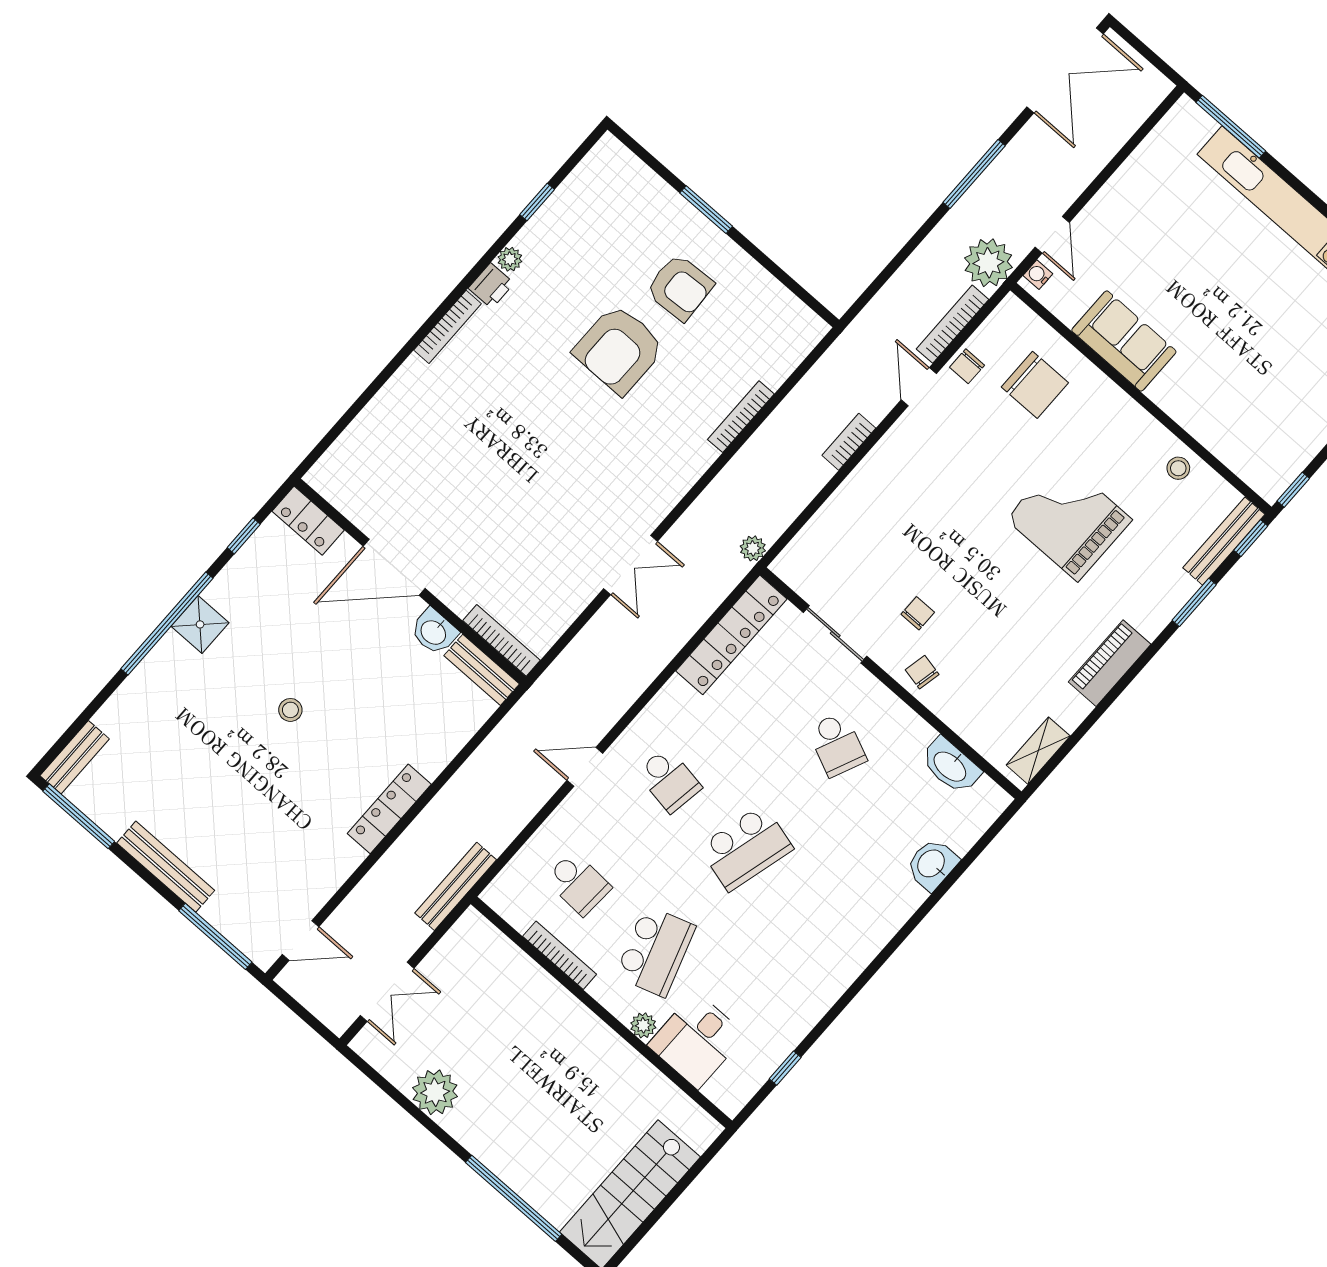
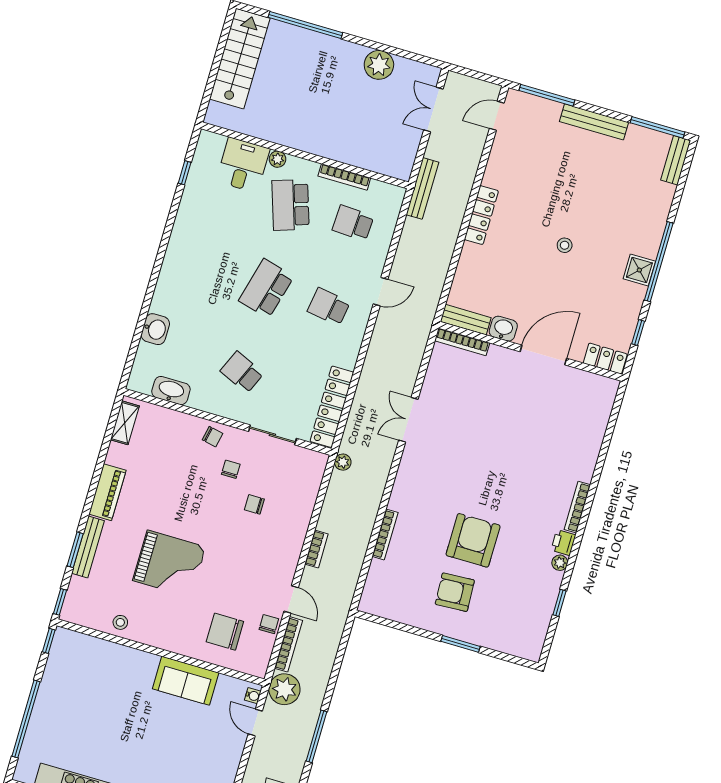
bench: (1224, 541) -> (88, 547), moved
chair: (908, 547) -> (254, 504), added
chair: (918, 613) -> (231, 469), turned 180

